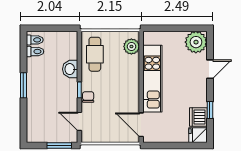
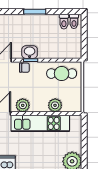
plant: (131, 47) -> (55, 105), moved
washbasin: (70, 69) -> (30, 52), moved
plant: (131, 99) -> (23, 105), added

